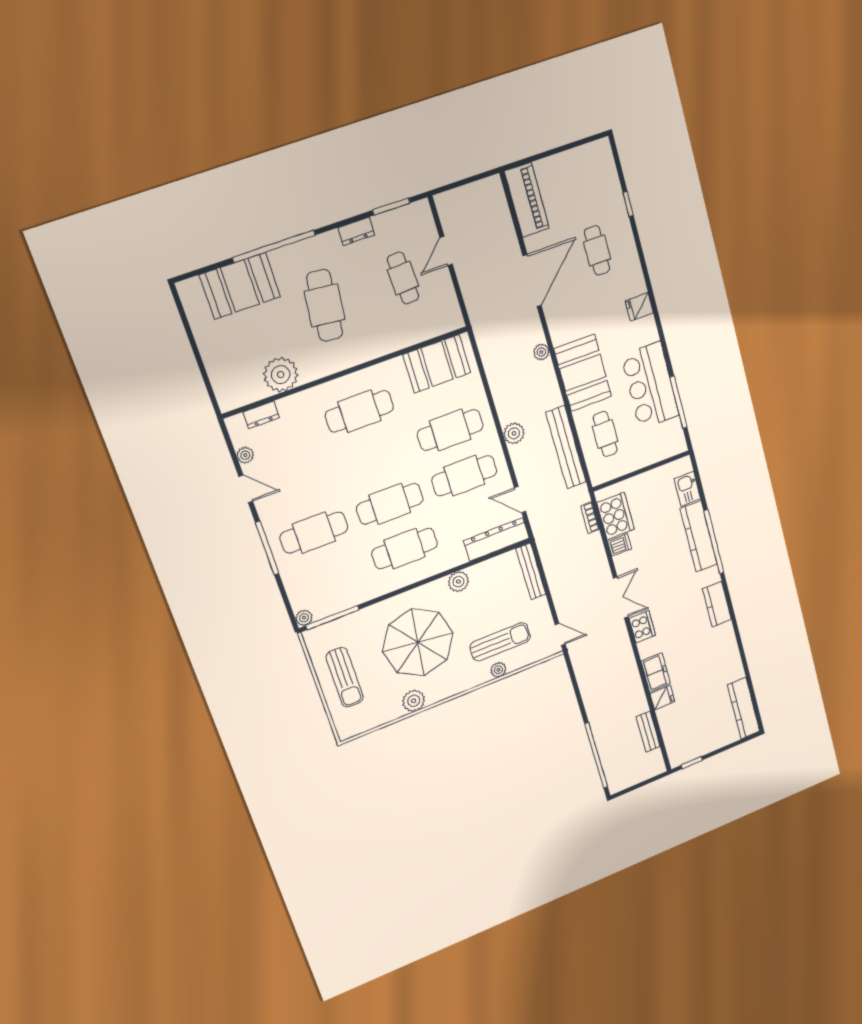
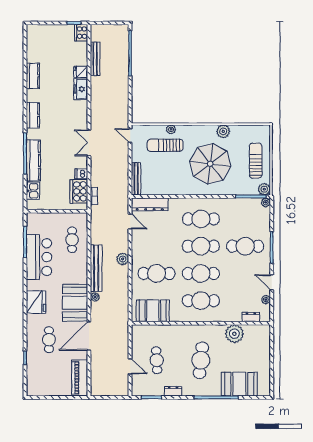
door: (446, 251) -> (130, 366), hinge flipped
fridge: (639, 307) -> (36, 302), width x1.88, depth x1.34
booth: (583, 373) -> (75, 303), moved
bench: (566, 447) -> (96, 268), moved
cafe table: (464, 476) -> (201, 273), moved
plant: (458, 582) -> (264, 189), moved
cooker: (642, 627) -> (81, 33), moved
kitchen counter: (744, 708) -> (33, 76), moved, width x0.67
bench: (648, 732) -> (95, 59), width x1.36

